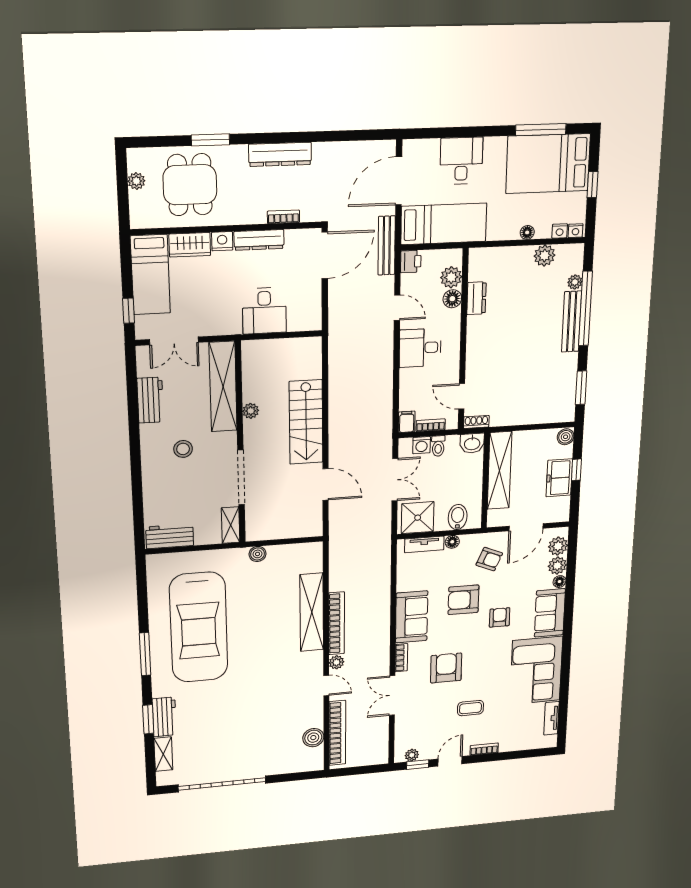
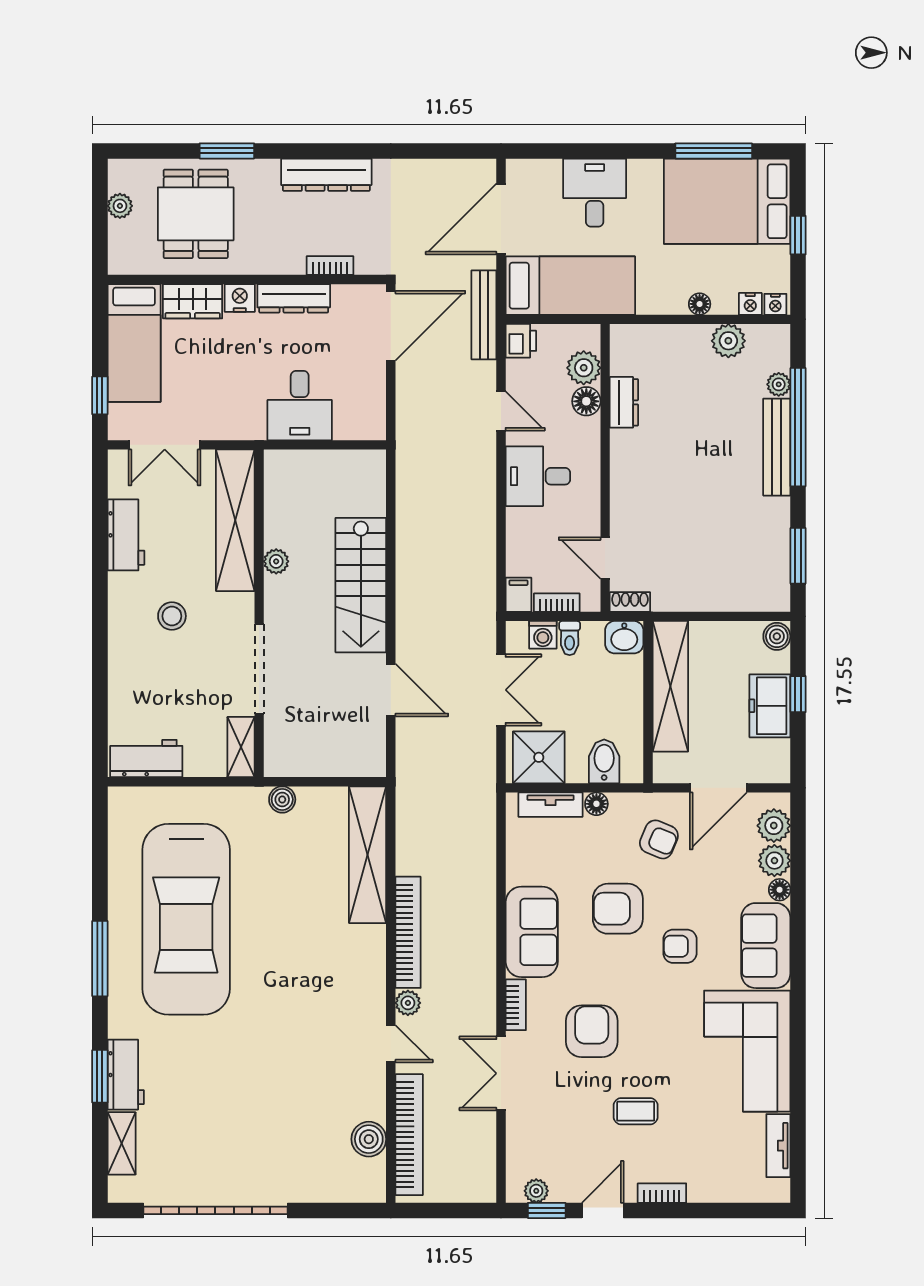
shelving: (312, 612) -> (368, 855), moved
armchair: (500, 617) -> (680, 946), turned -90

